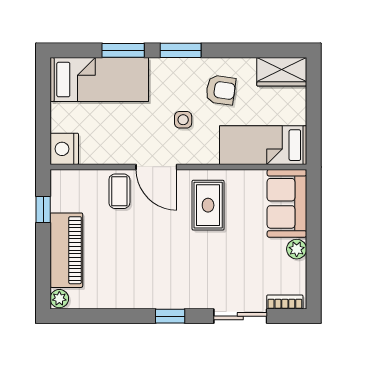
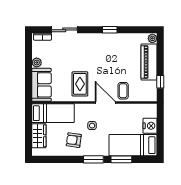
wardrobe: (282, 72) -> (39, 136), moved, turned 90
nightstand: (64, 149) -> (150, 126), moved
window: (170, 316) -> (110, 30), moved

